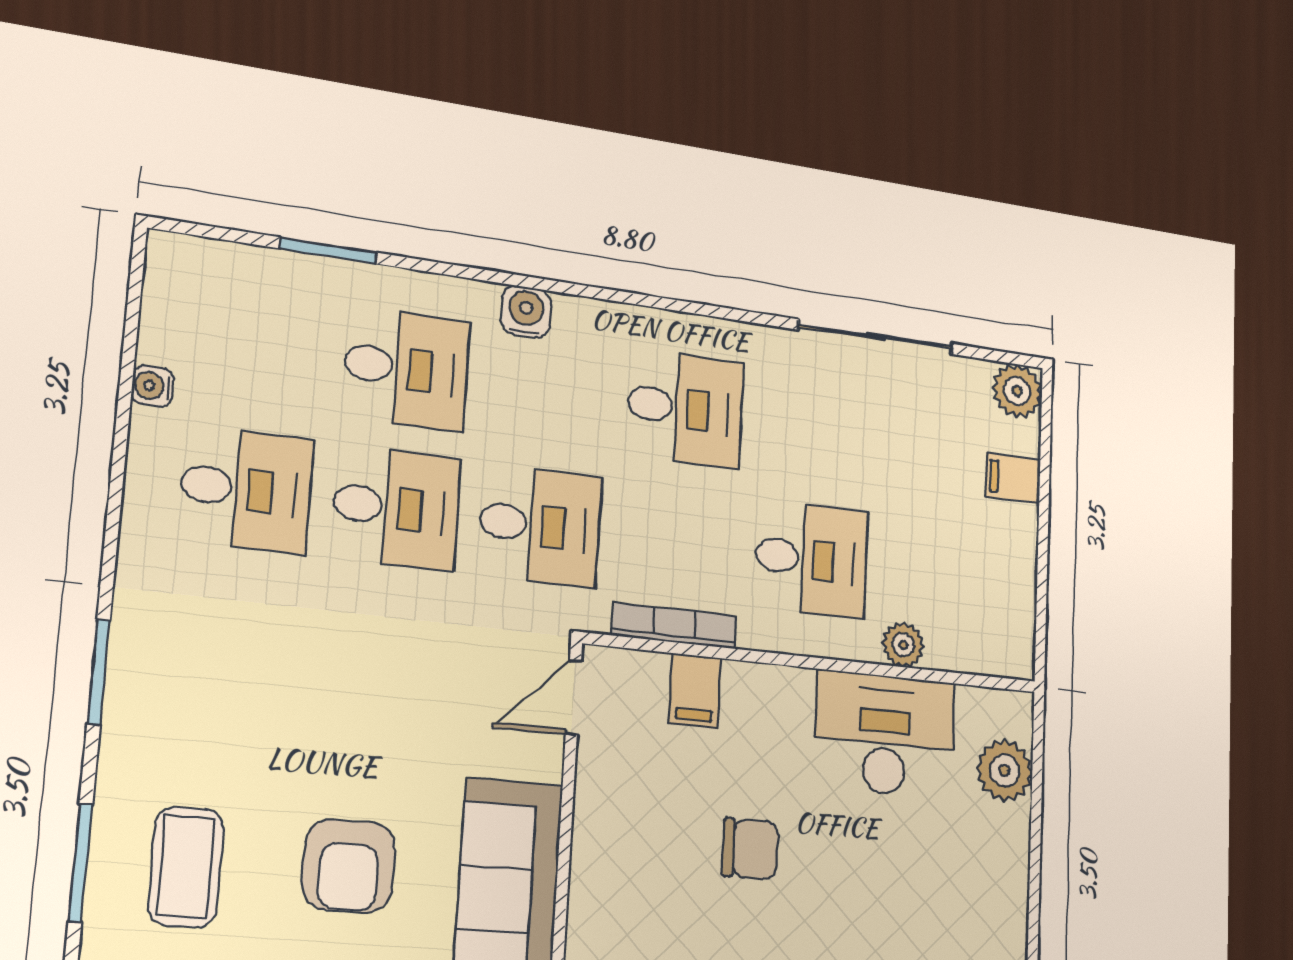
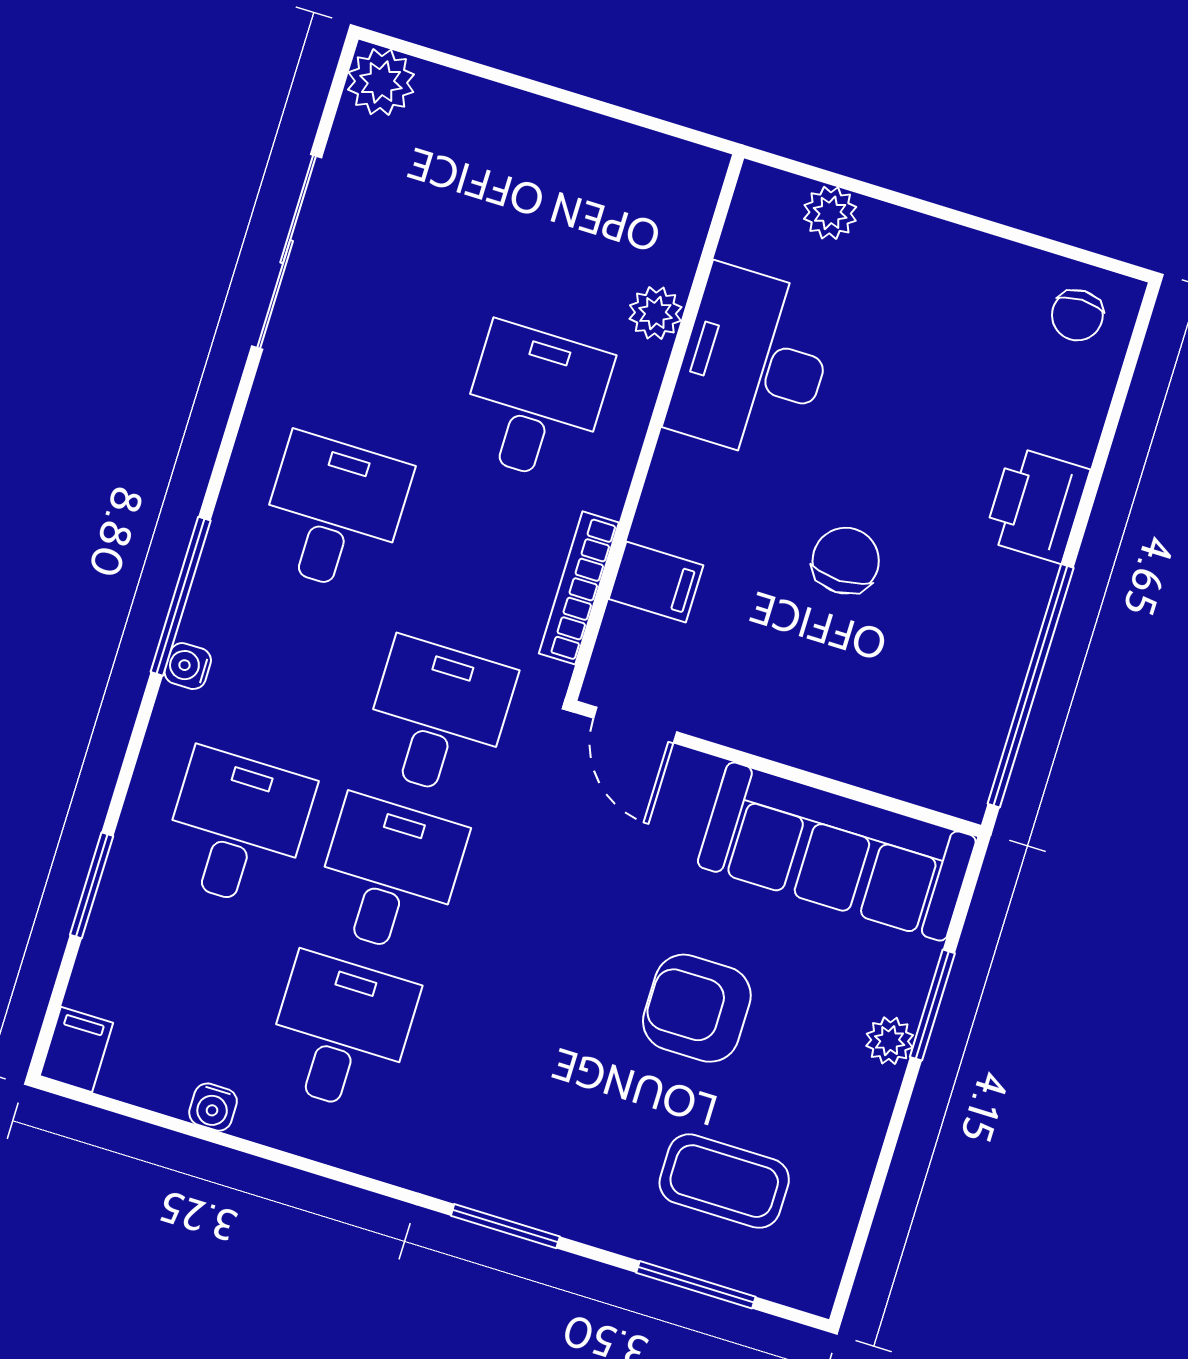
window: (589, 292) -> (181, 596), added
water cooler: (526, 312) -> (188, 666), width x0.72, depth x0.72
filing cabinet: (1013, 478) -> (76, 1049), moved, turned 180
plant: (1005, 770) -> (830, 213), width x0.73, depth x0.73
armchair: (349, 866) -> (697, 1008), moved, turned 180

